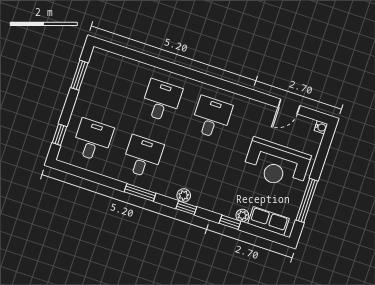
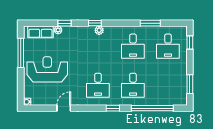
window: (145, 59) -> (152, 108), added
window: (201, 77) -> (113, 108), added
door: (289, 107) -> (64, 108), moved
window: (140, 192) -> (150, 23), moved

